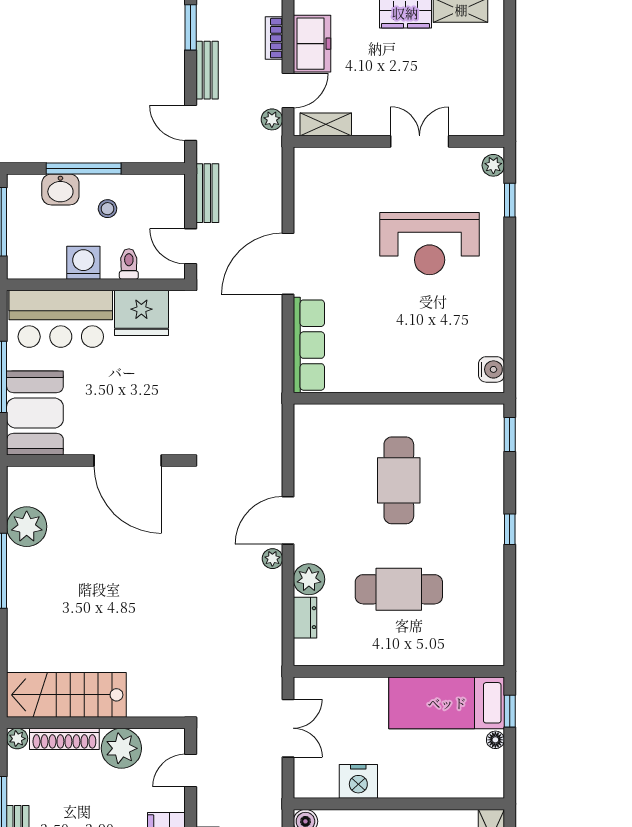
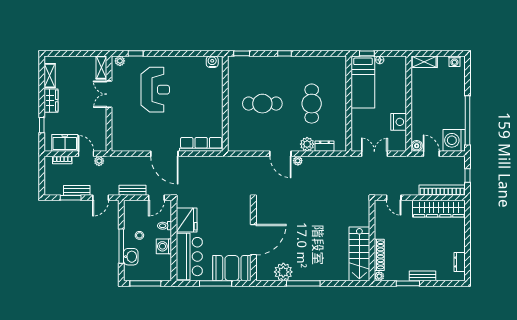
window: (191, 27) -> (71, 198), moved
shelving: (326, 124) -> (101, 67), moved
door: (128, 460) -> (253, 240), moved
plant: (121, 748) -> (384, 229), removed

